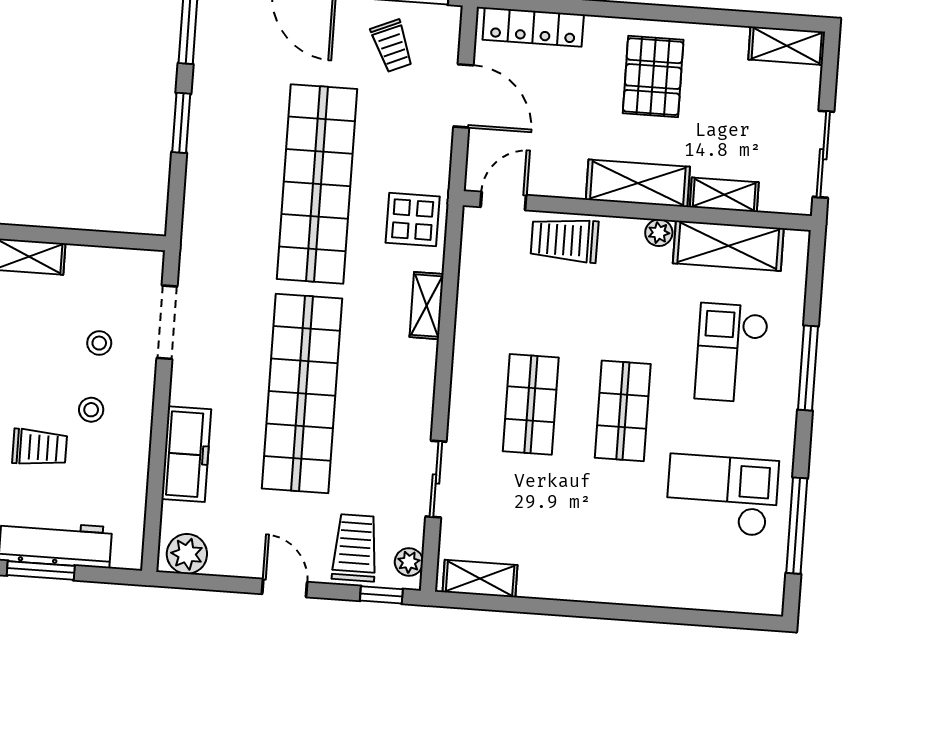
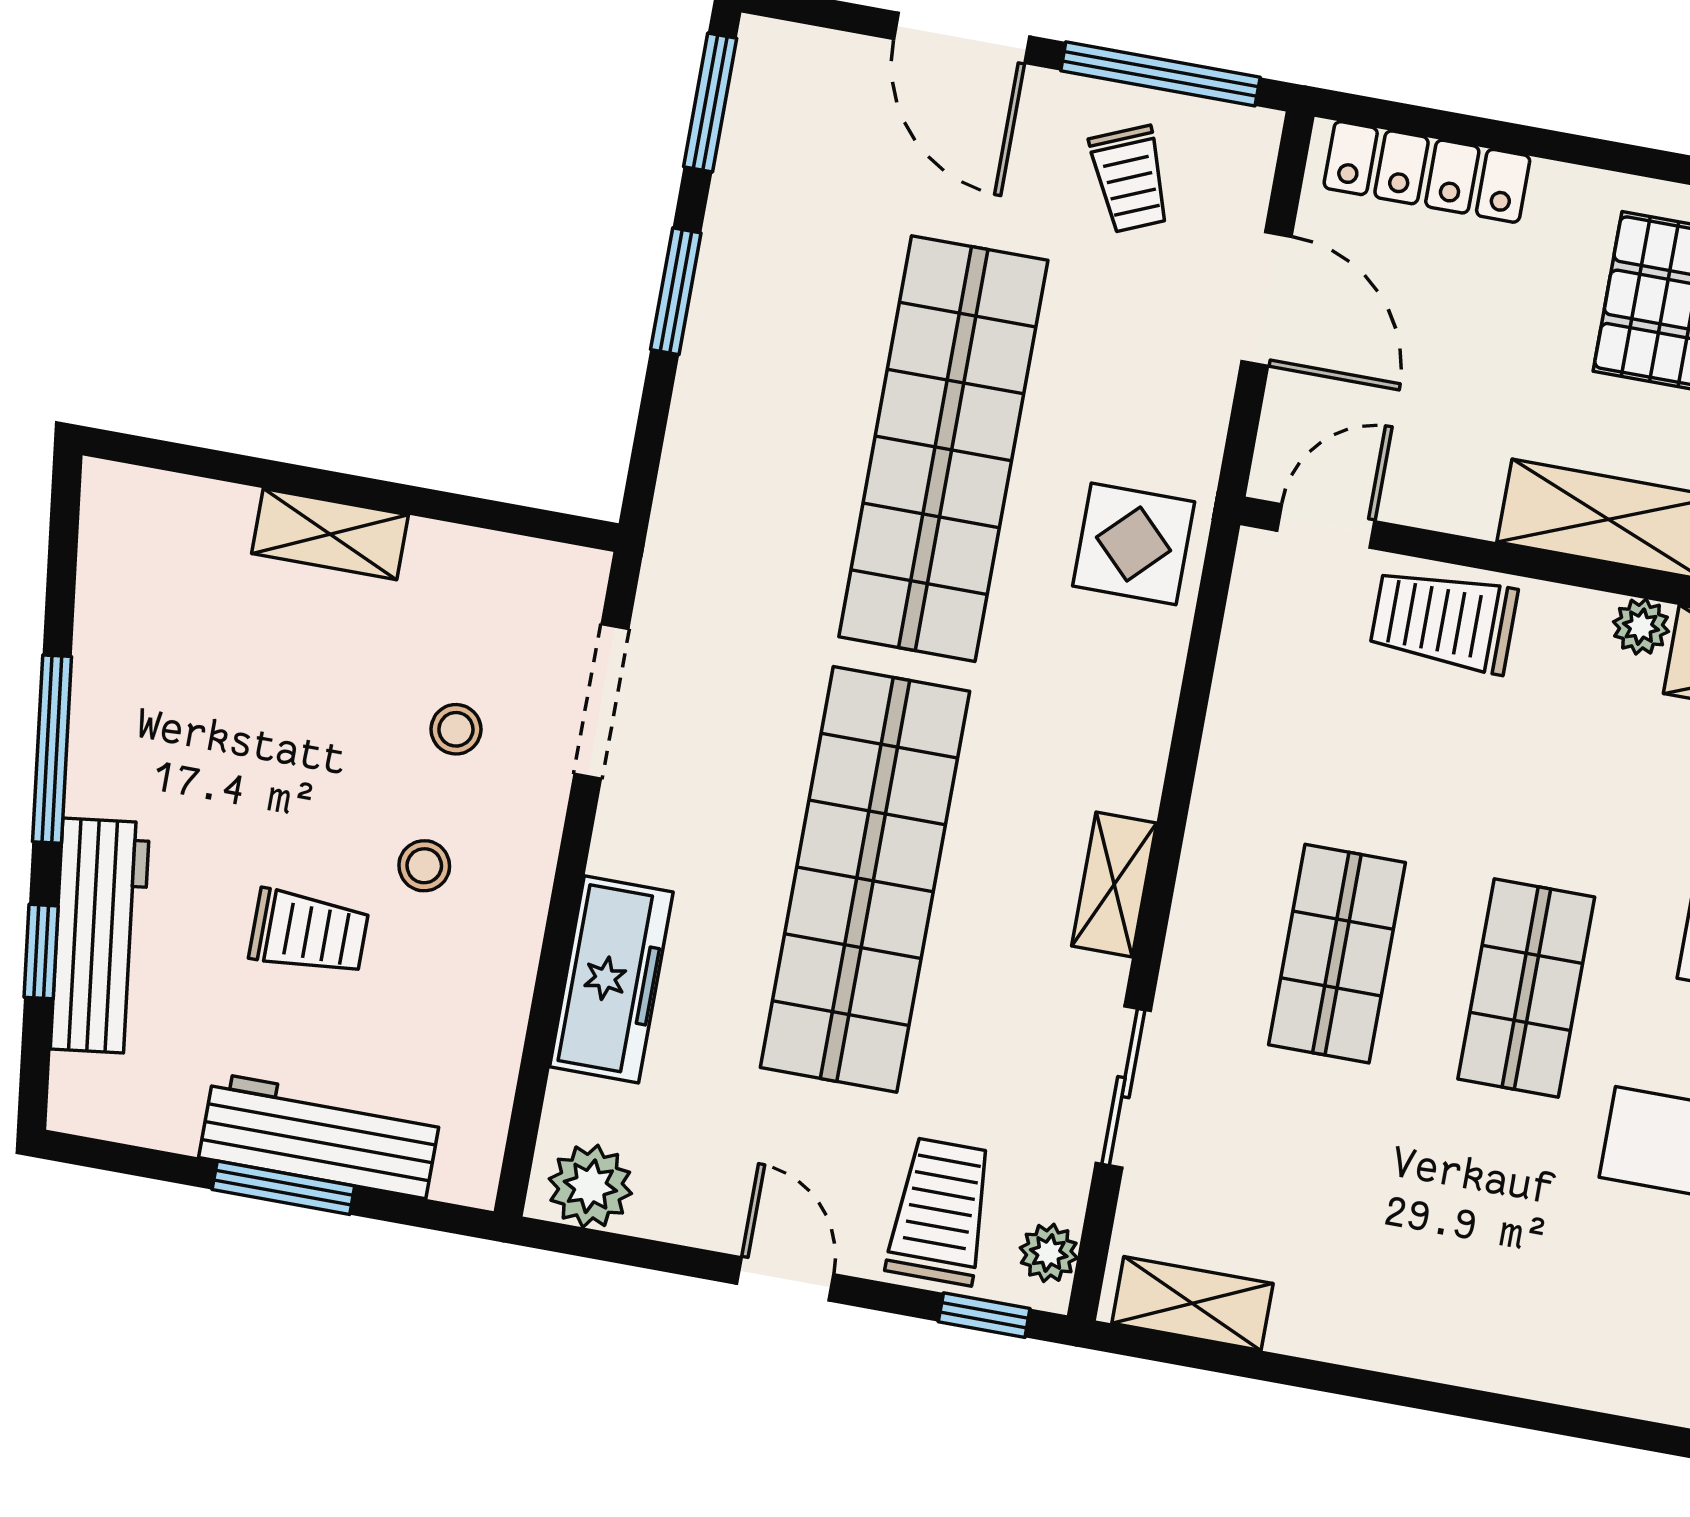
shelving: (427, 306) -> (1114, 884), moved

